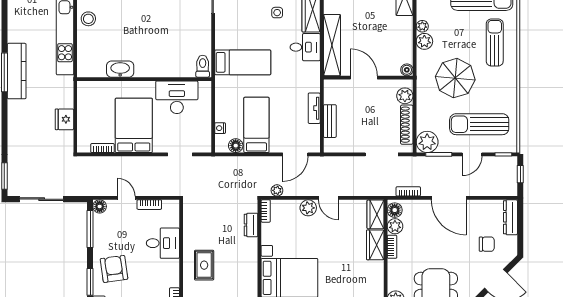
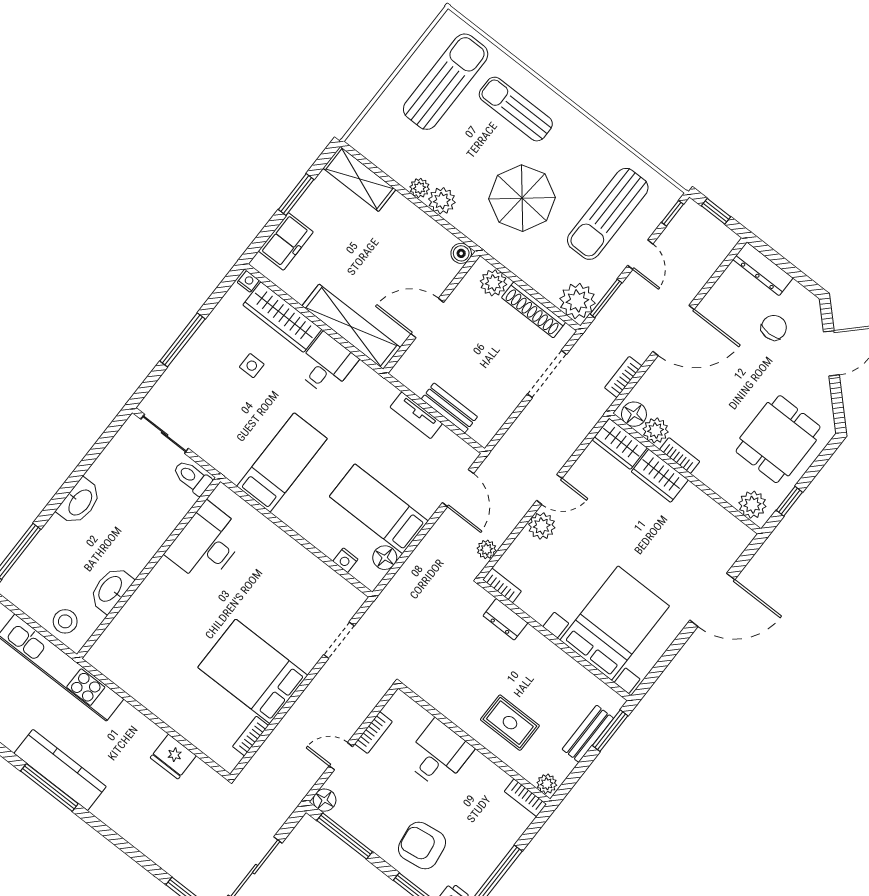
toilet: (203, 66) -> (192, 477), moved
washbasin: (120, 69) -> (111, 589), moved
wall: (144, 79) -> (149, 568), moved
desk: (177, 97) -> (206, 544), moved

